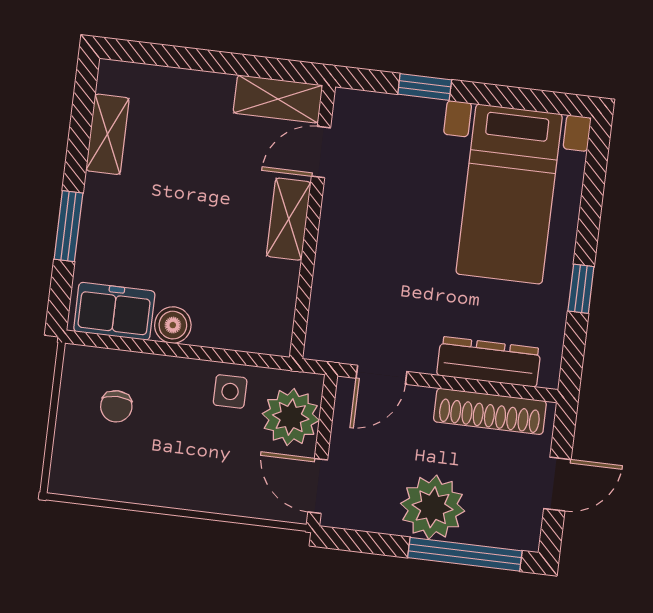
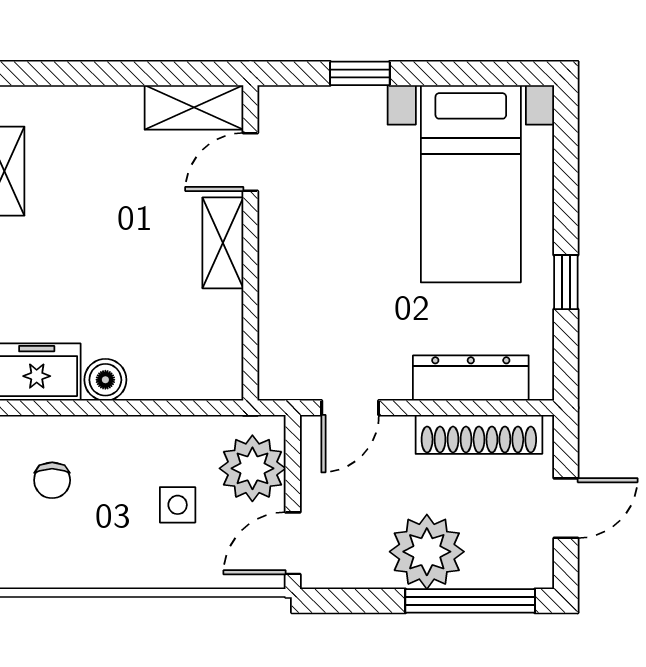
side table: (230, 391) -> (178, 505), moved
door: (318, 486) -> (293, 543), hinge flipped

